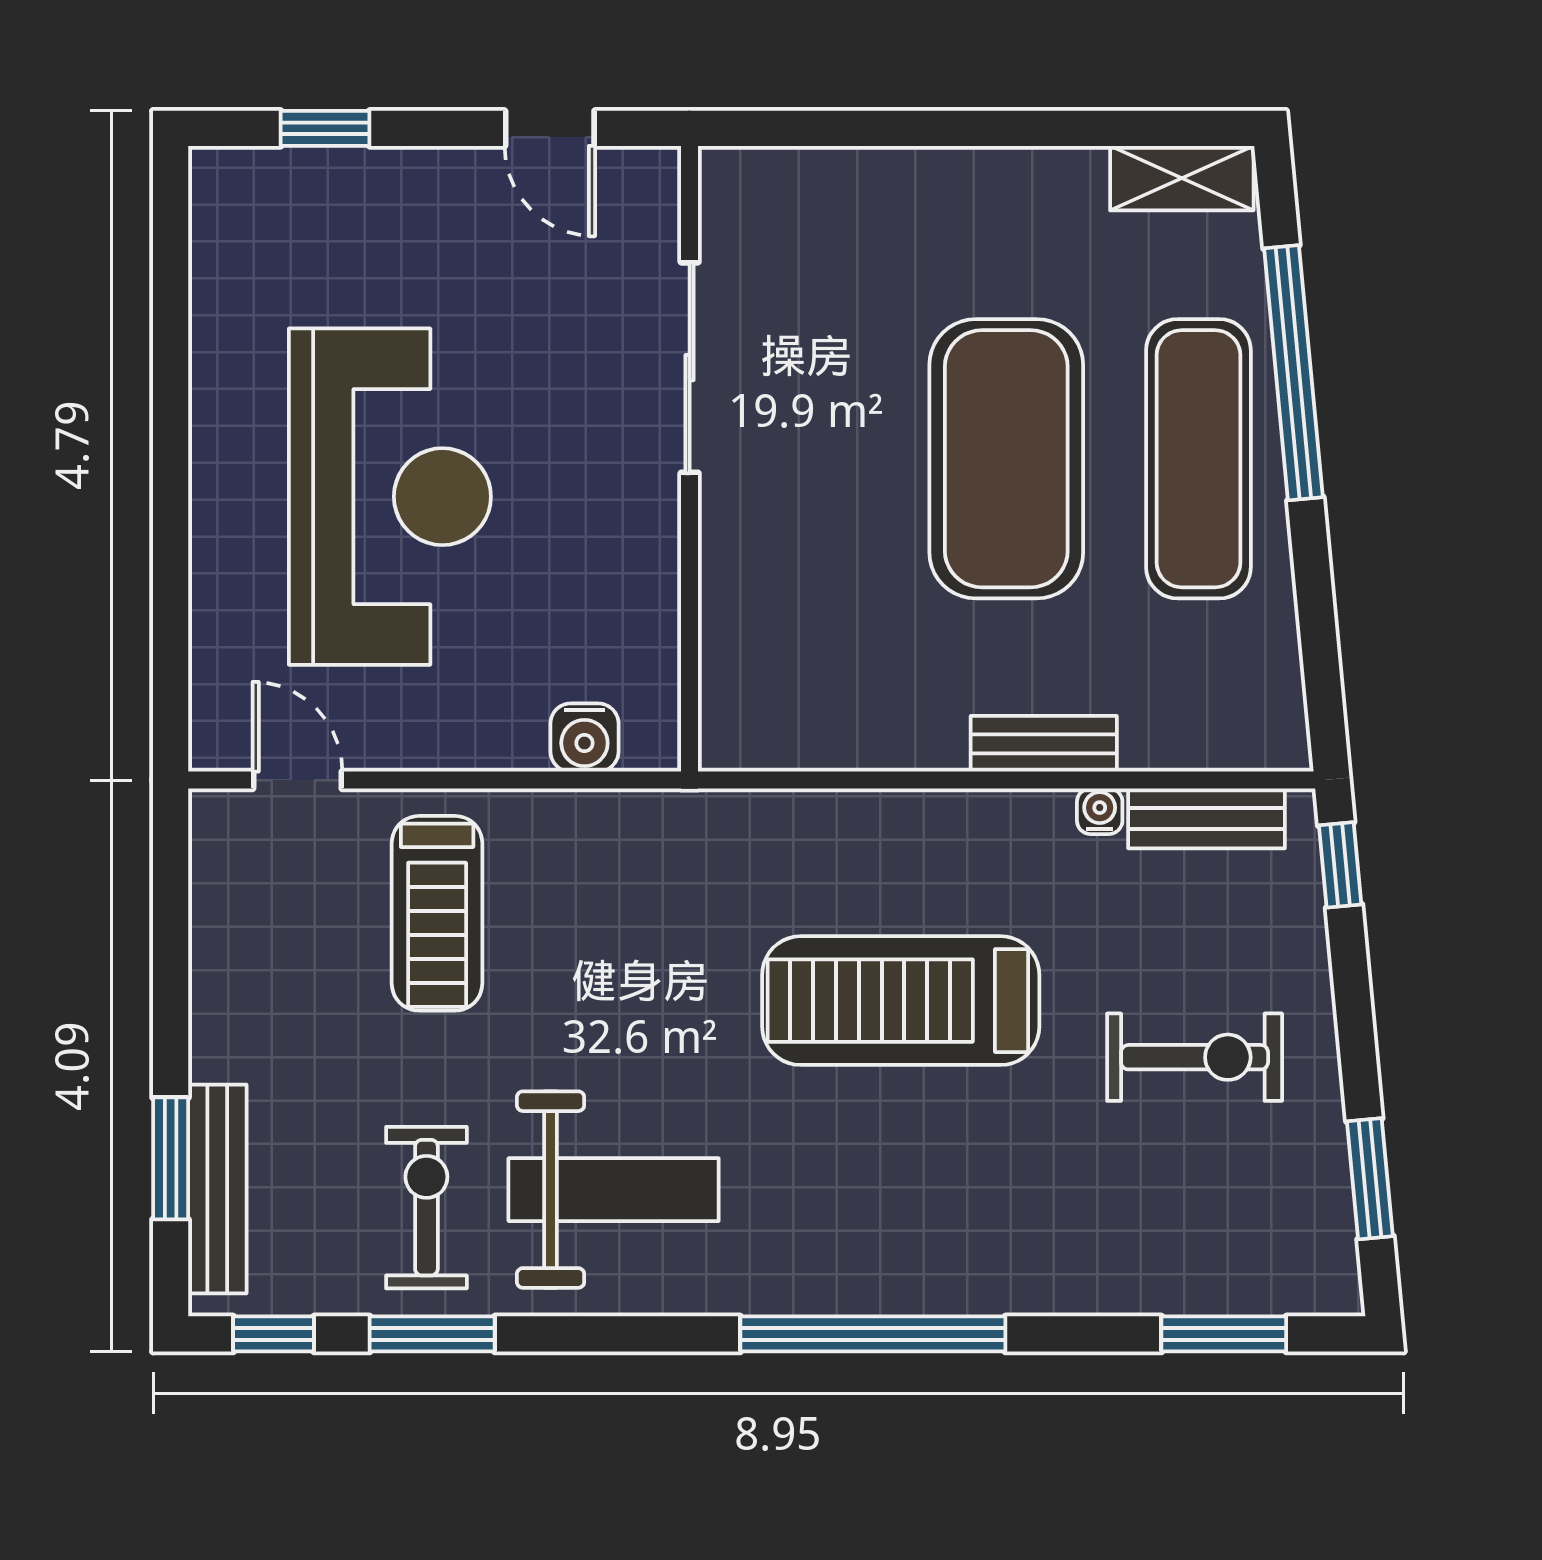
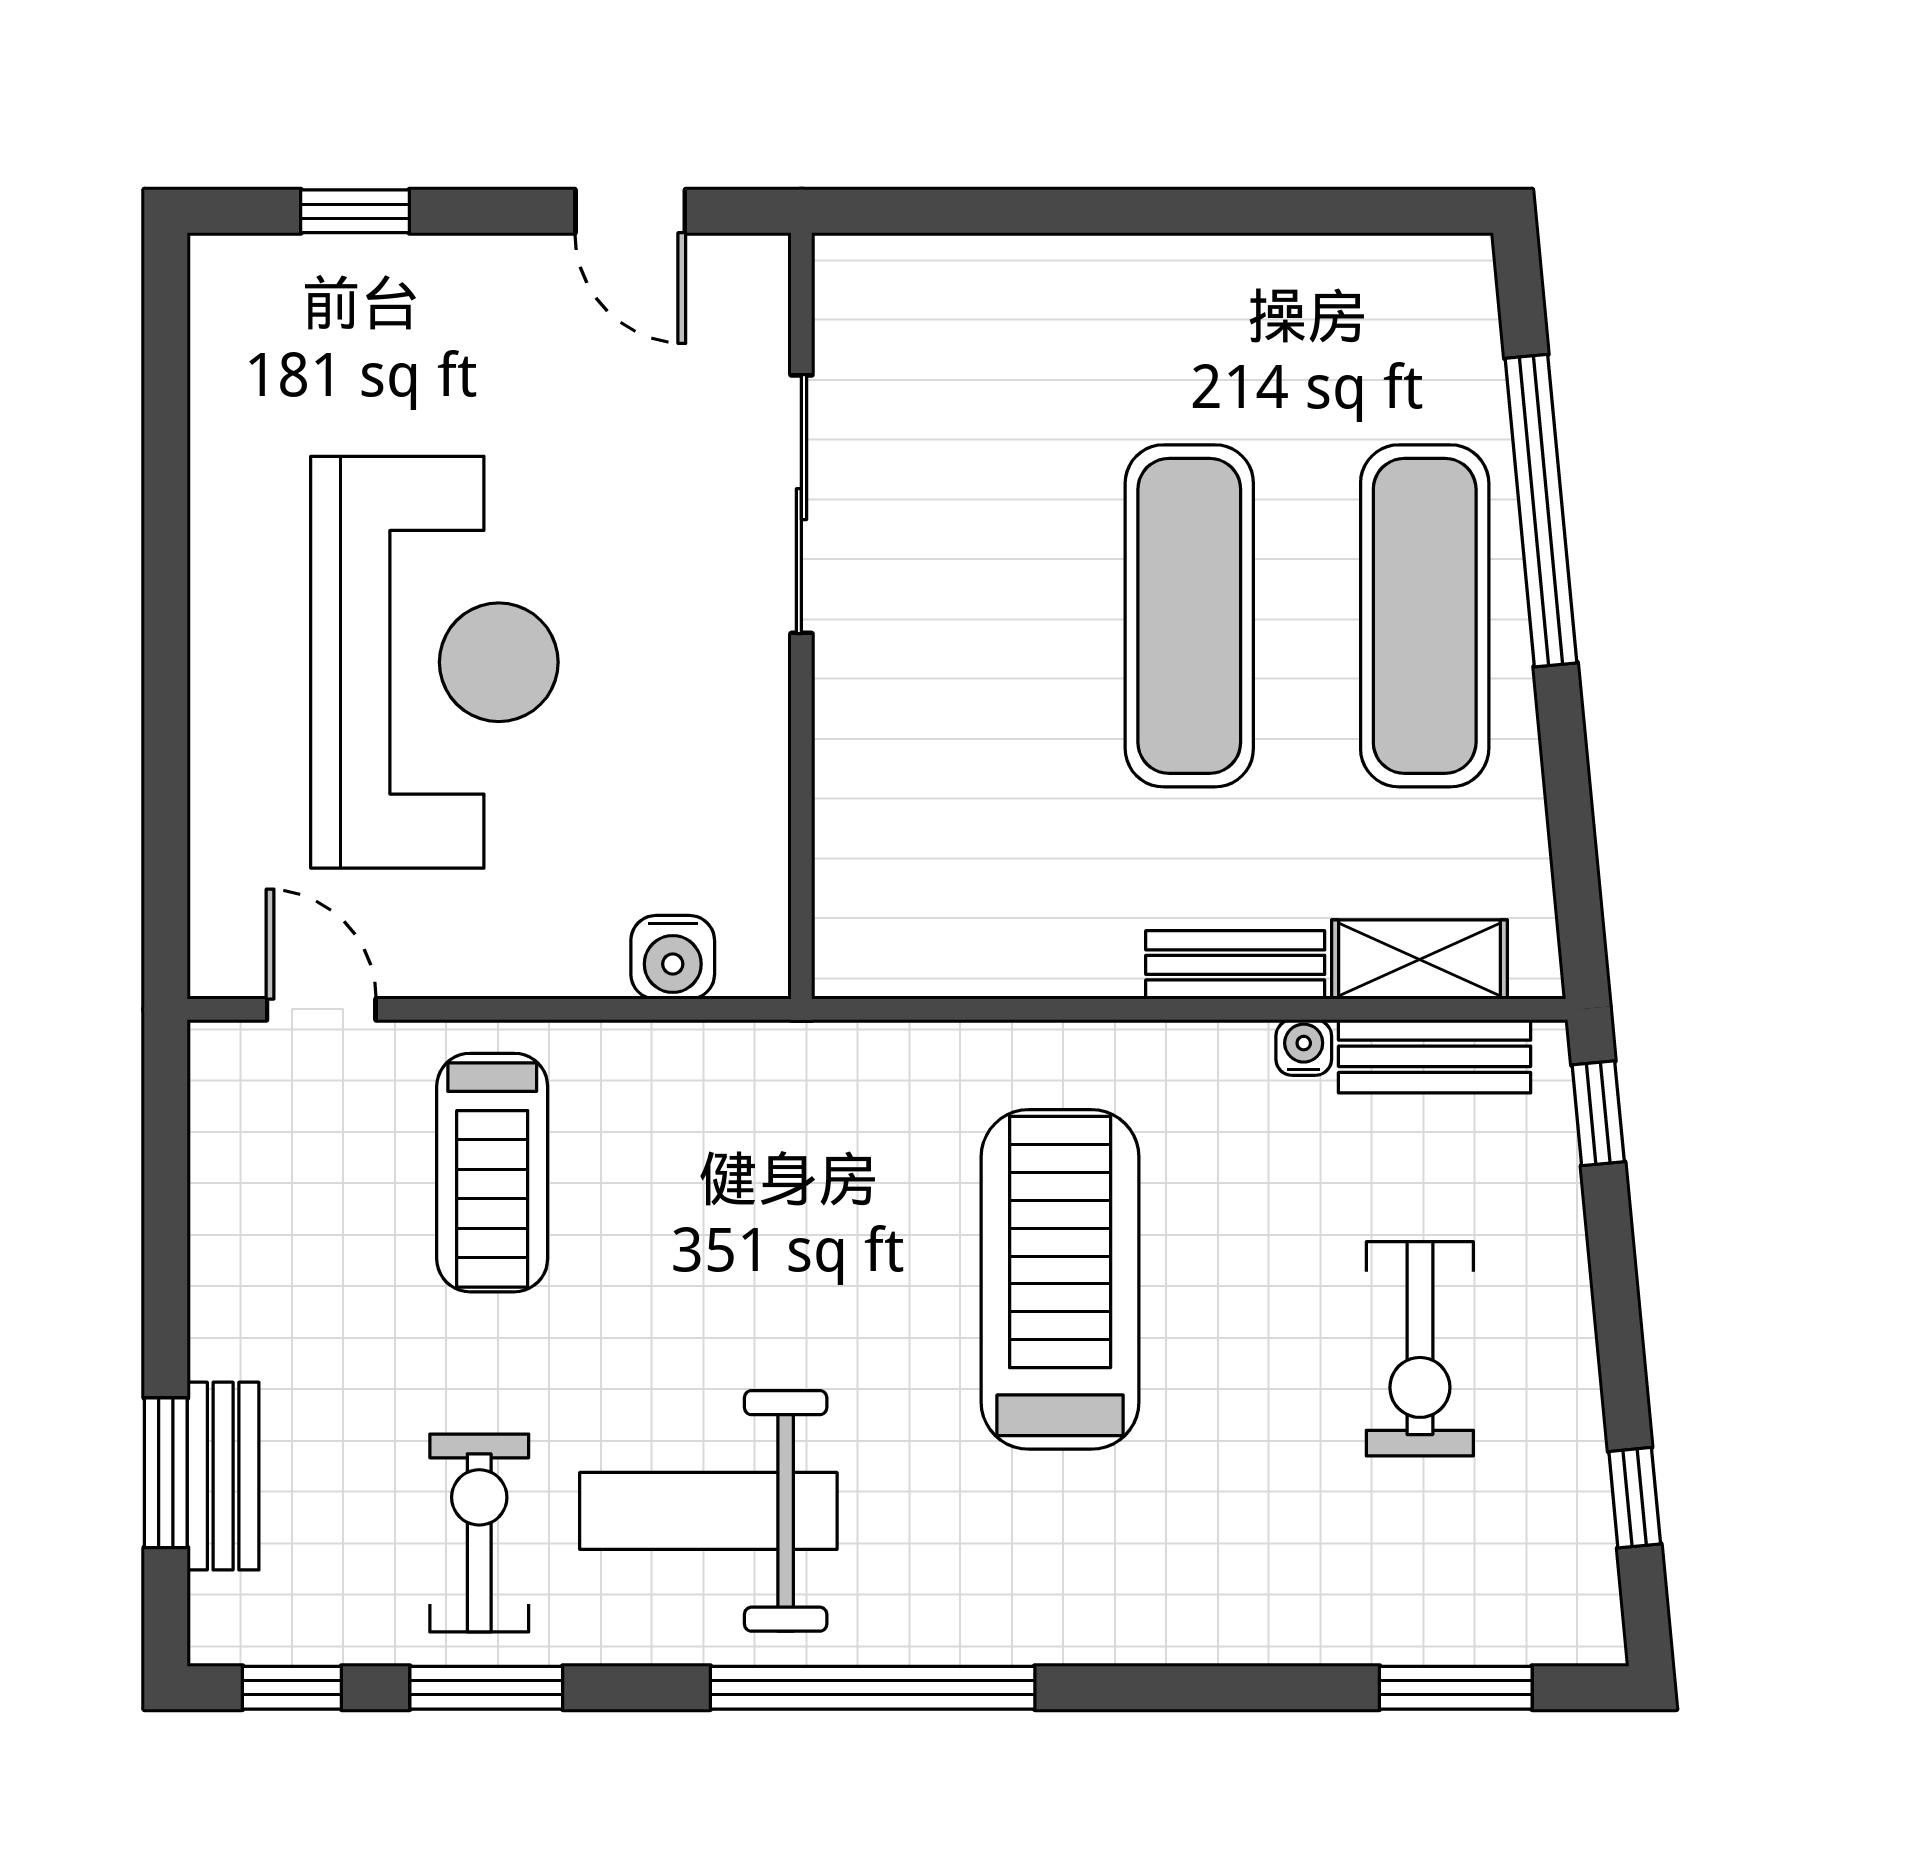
shelving: (1182, 178) -> (1420, 960), moved
exercise mat: (1006, 459) -> (1189, 616), width x0.68
treadmill: (901, 1001) -> (1060, 1279), turned 90
exercise bike: (1195, 1057) -> (1420, 1349), turned 90
window: (1370, 1179) -> (1635, 1498), width x0.67
bench: (217, 1189) -> (223, 1476), width x0.73
weight bench: (614, 1190) -> (708, 1511), turned 180
window: (873, 1334) -> (873, 1688), moved

